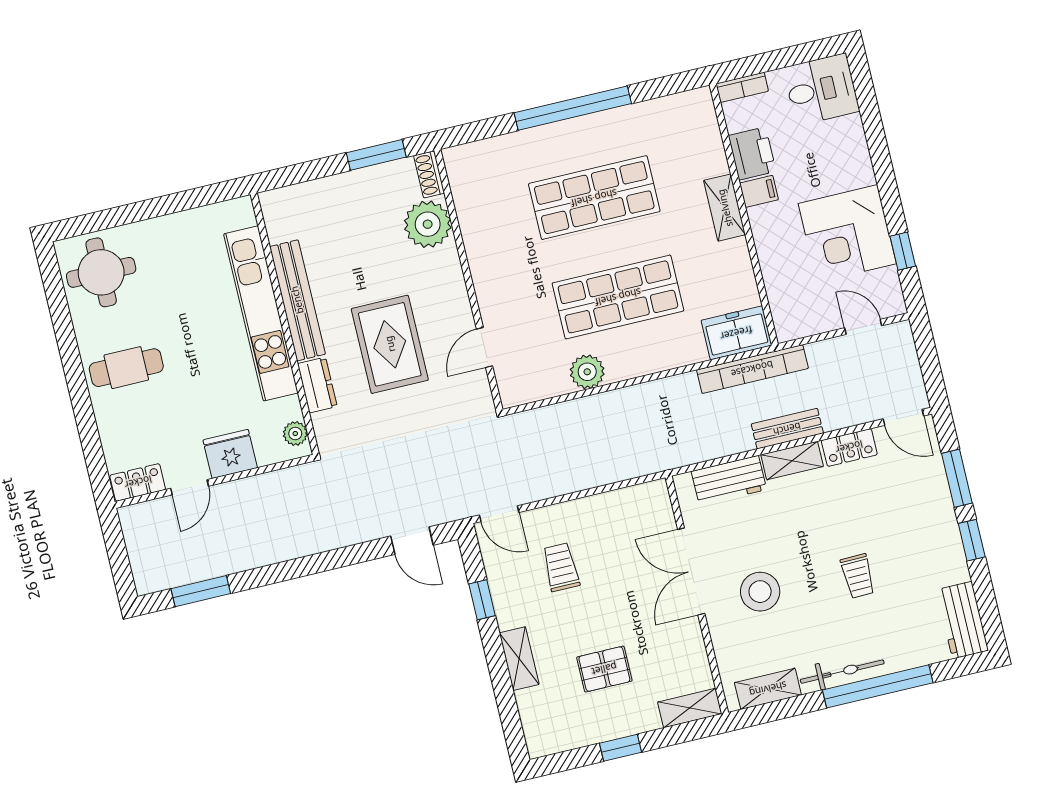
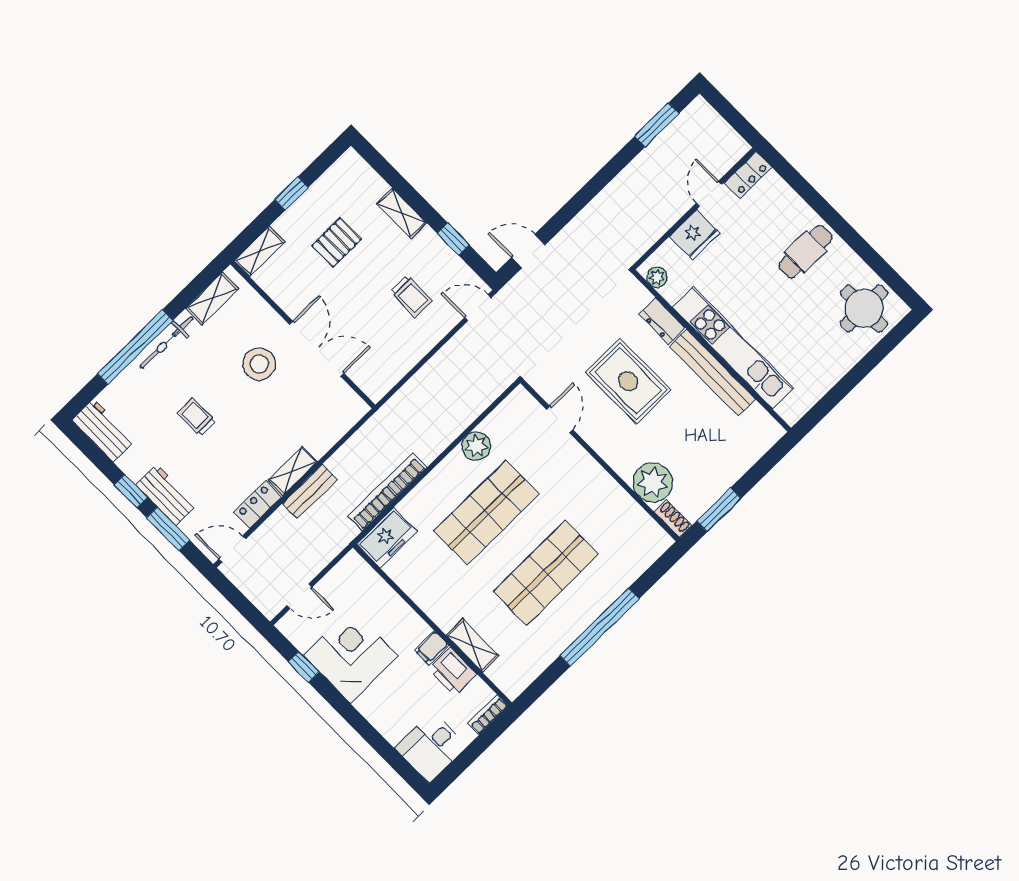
shelving: (725, 208) -> (473, 645), moved
bookcase: (752, 369) -> (387, 492), moved
workbench: (729, 480) -> (166, 495), moved, turned 90

